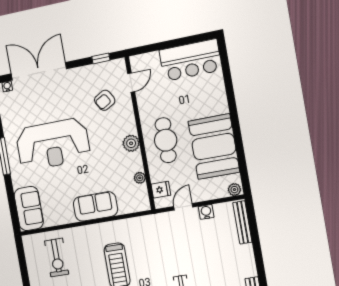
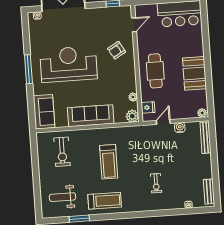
armchair: (105, 100) -> (117, 50), moved
plant: (131, 143) -> (132, 116), moved
reception desk: (53, 144) -> (69, 64), turned 180
booth: (214, 147) -> (195, 73), width x0.73, depth x0.70
sofa: (95, 206) -> (91, 116), width x1.36

